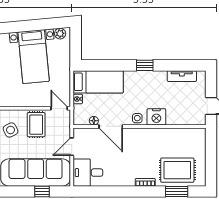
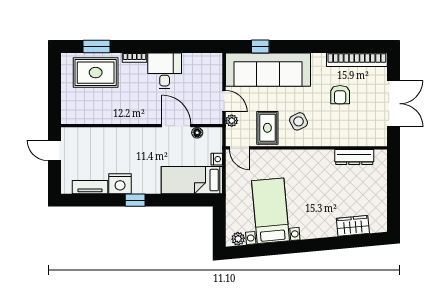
nightstand: (156, 117) -> (120, 184), moved, turned 180
side table: (137, 118) -> (144, 136), removed
plant: (65, 131) -> (232, 121), added
door: (72, 147) -> (224, 101), hinge flipped
desk: (88, 173) -> (165, 71), moved, turned -90

